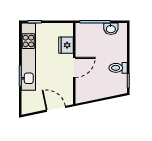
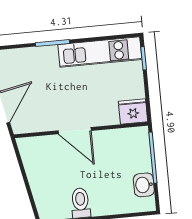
fridge: (66, 45) -> (133, 112), moved
kitchen unit: (28, 57) -> (100, 52), width x0.73

